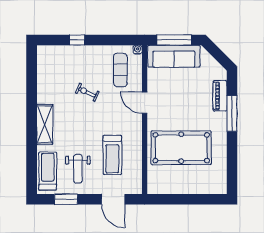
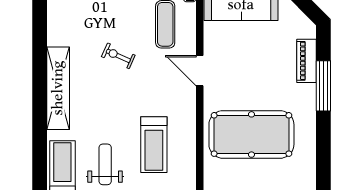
shelving: (45, 124) -> (58, 88), width x1.47
weight bench: (78, 169) -> (105, 164), turned 180

